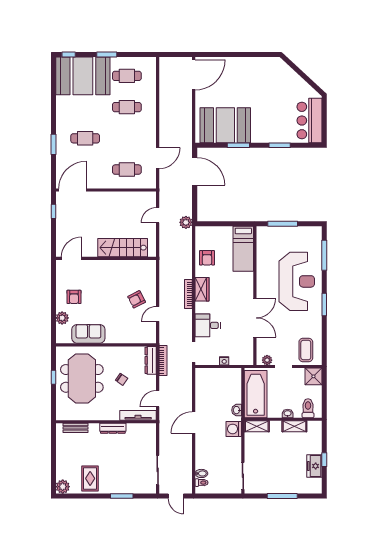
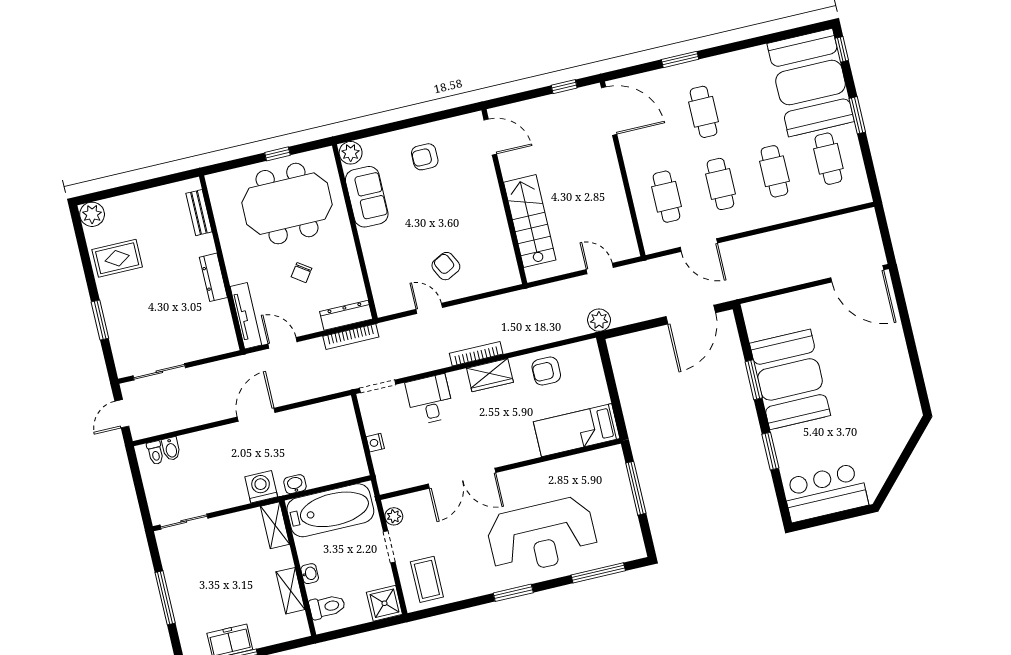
booth: (225, 125) -> (790, 379), moved
cafe table: (127, 138) -> (720, 184), added
plant: (62, 318) -> (351, 153), moved
coffee table: (306, 350) -> (427, 579), turned 90
door: (194, 422) -> (256, 415), hinge flipped

